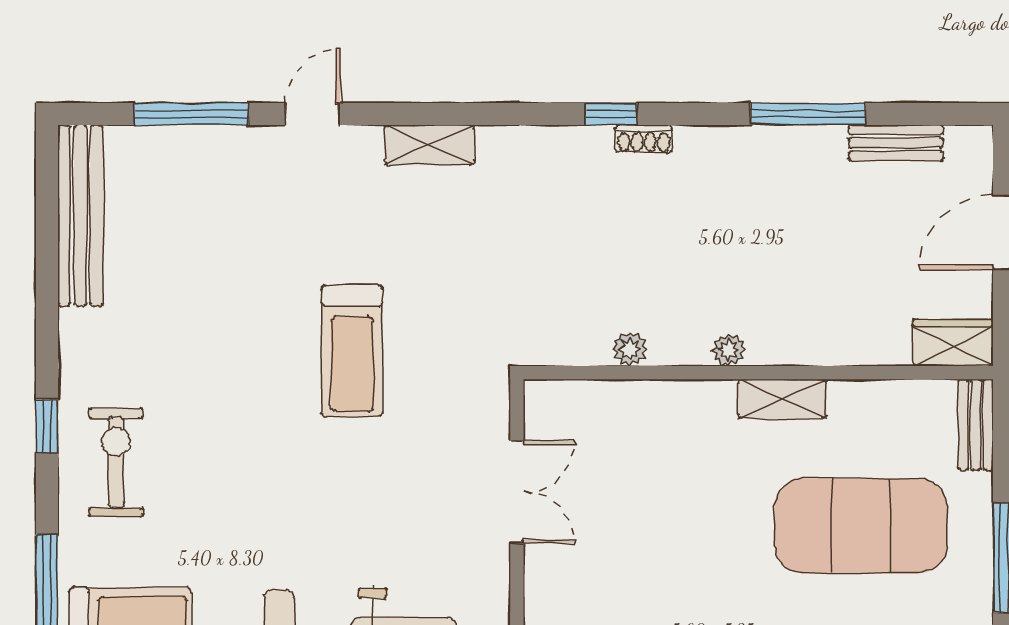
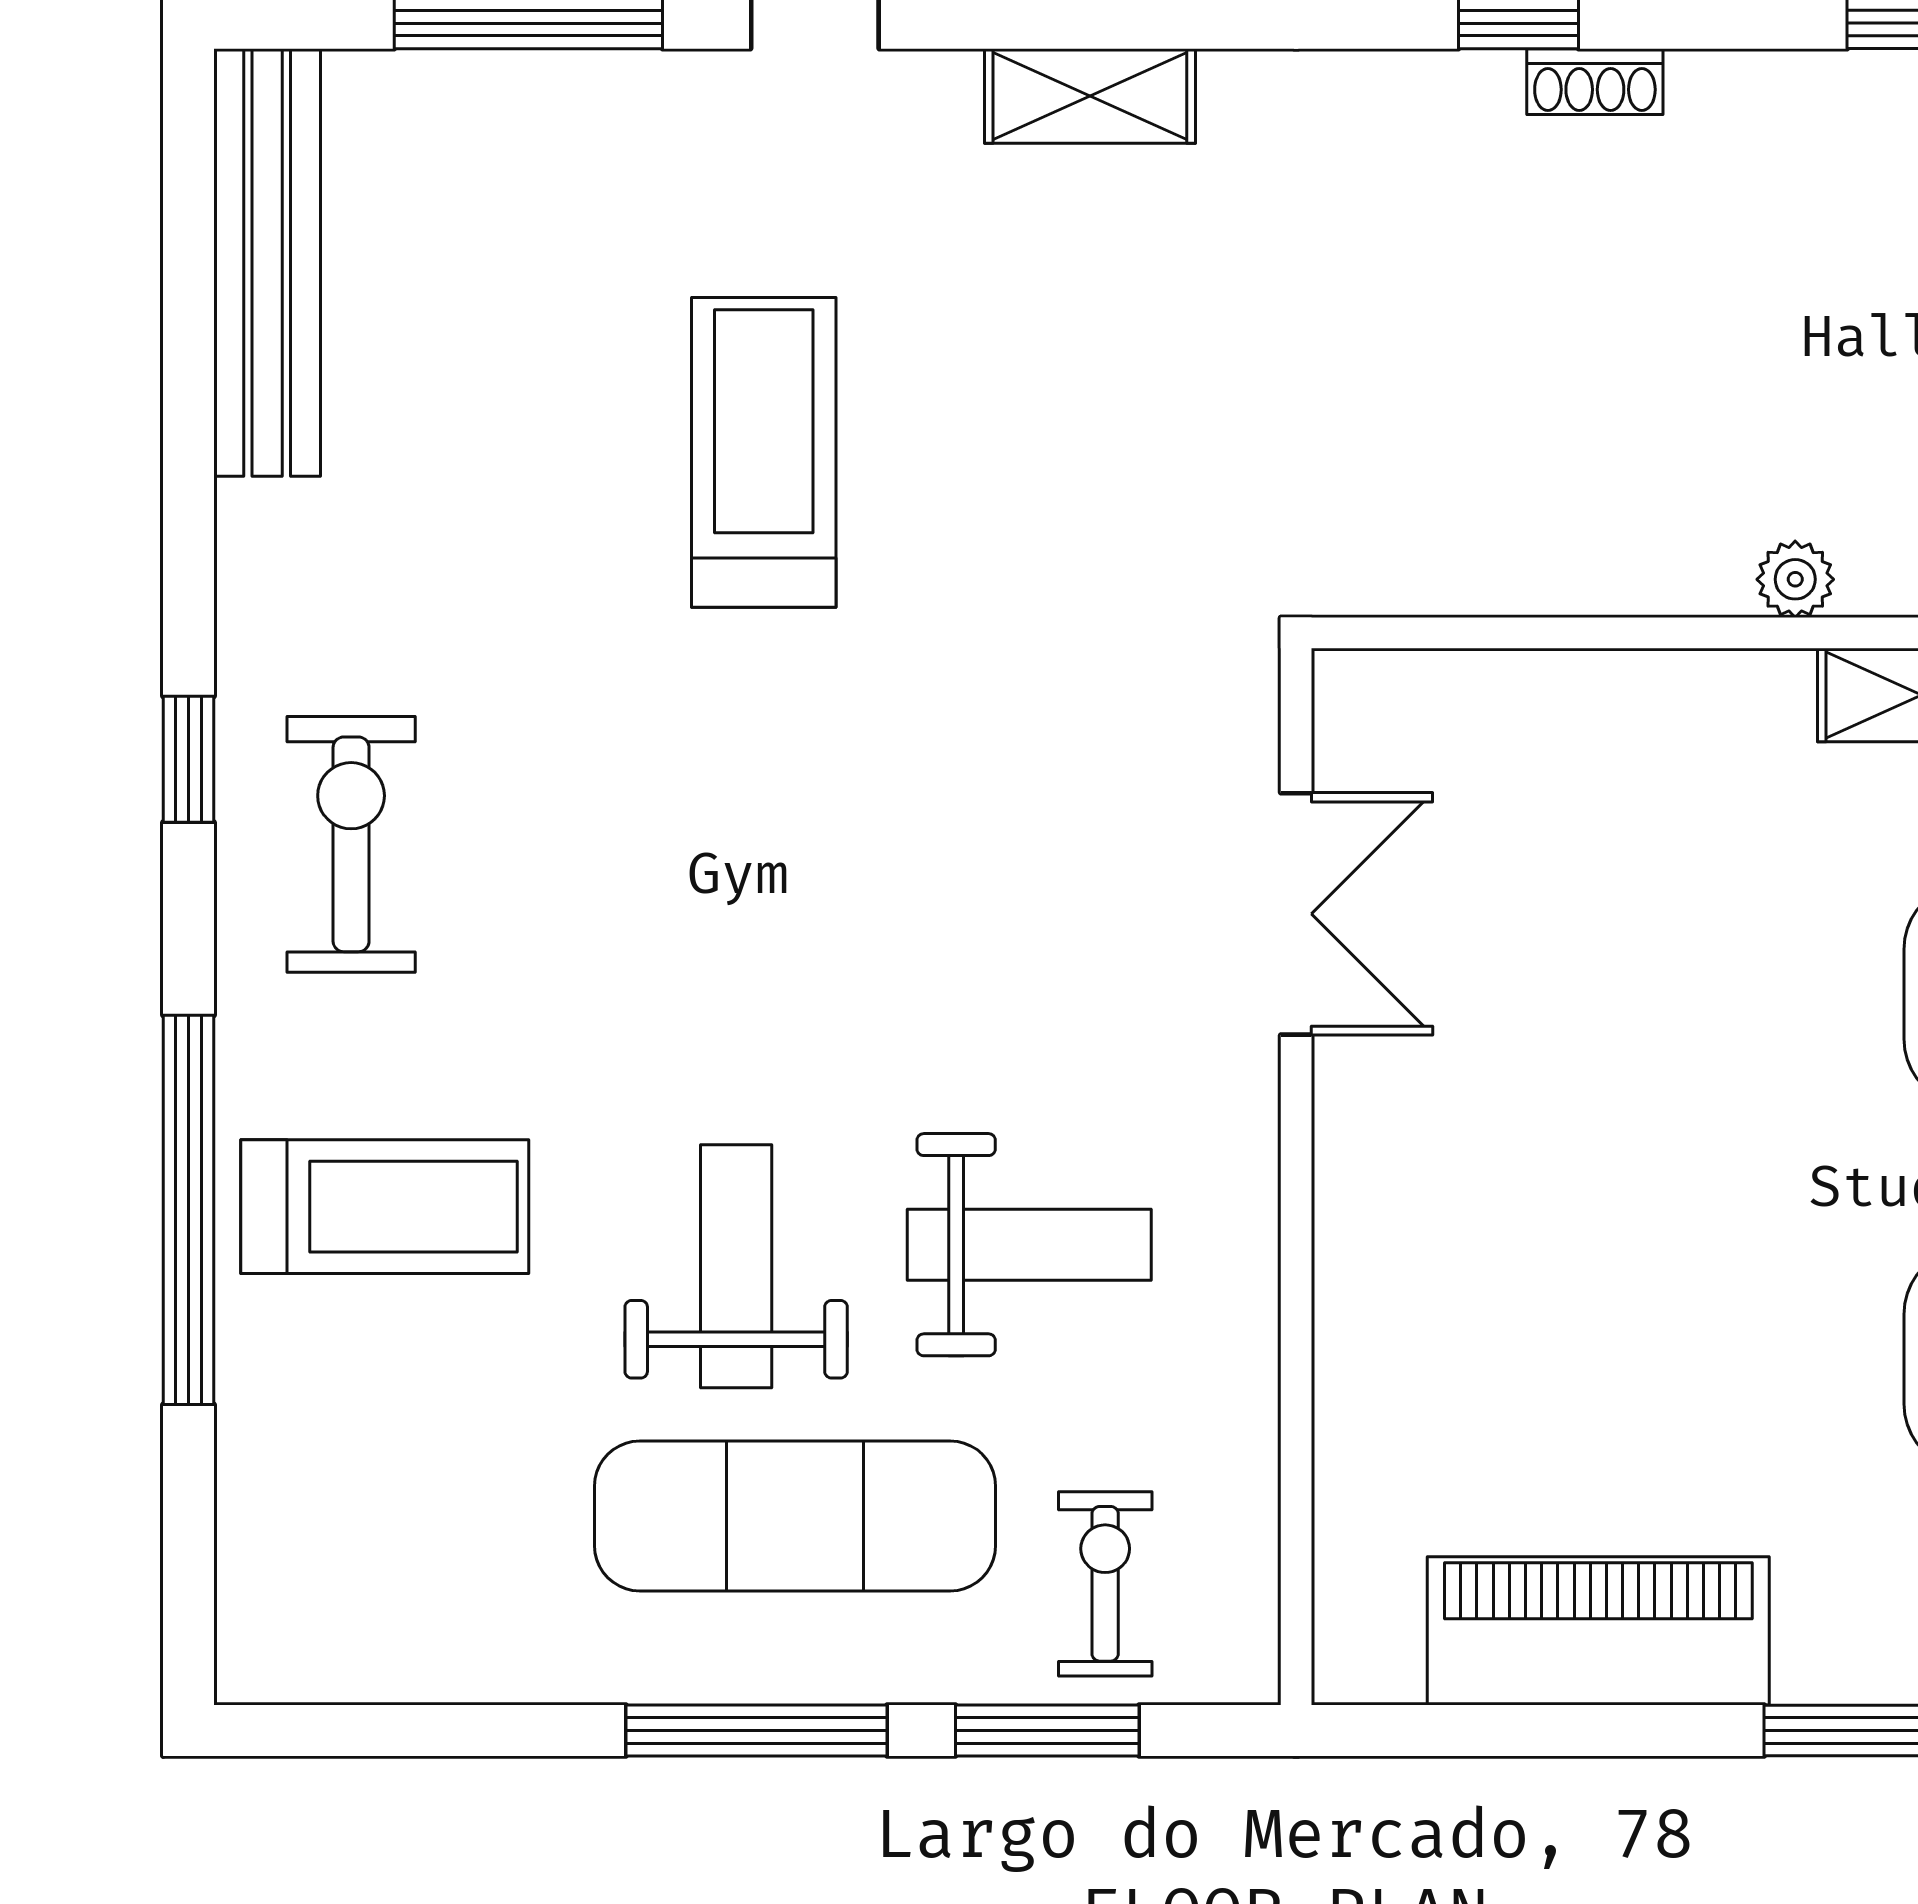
plant: (630, 349) -> (1563, 577), removed
treadmill: (352, 351) -> (764, 452), moved, turned 180

